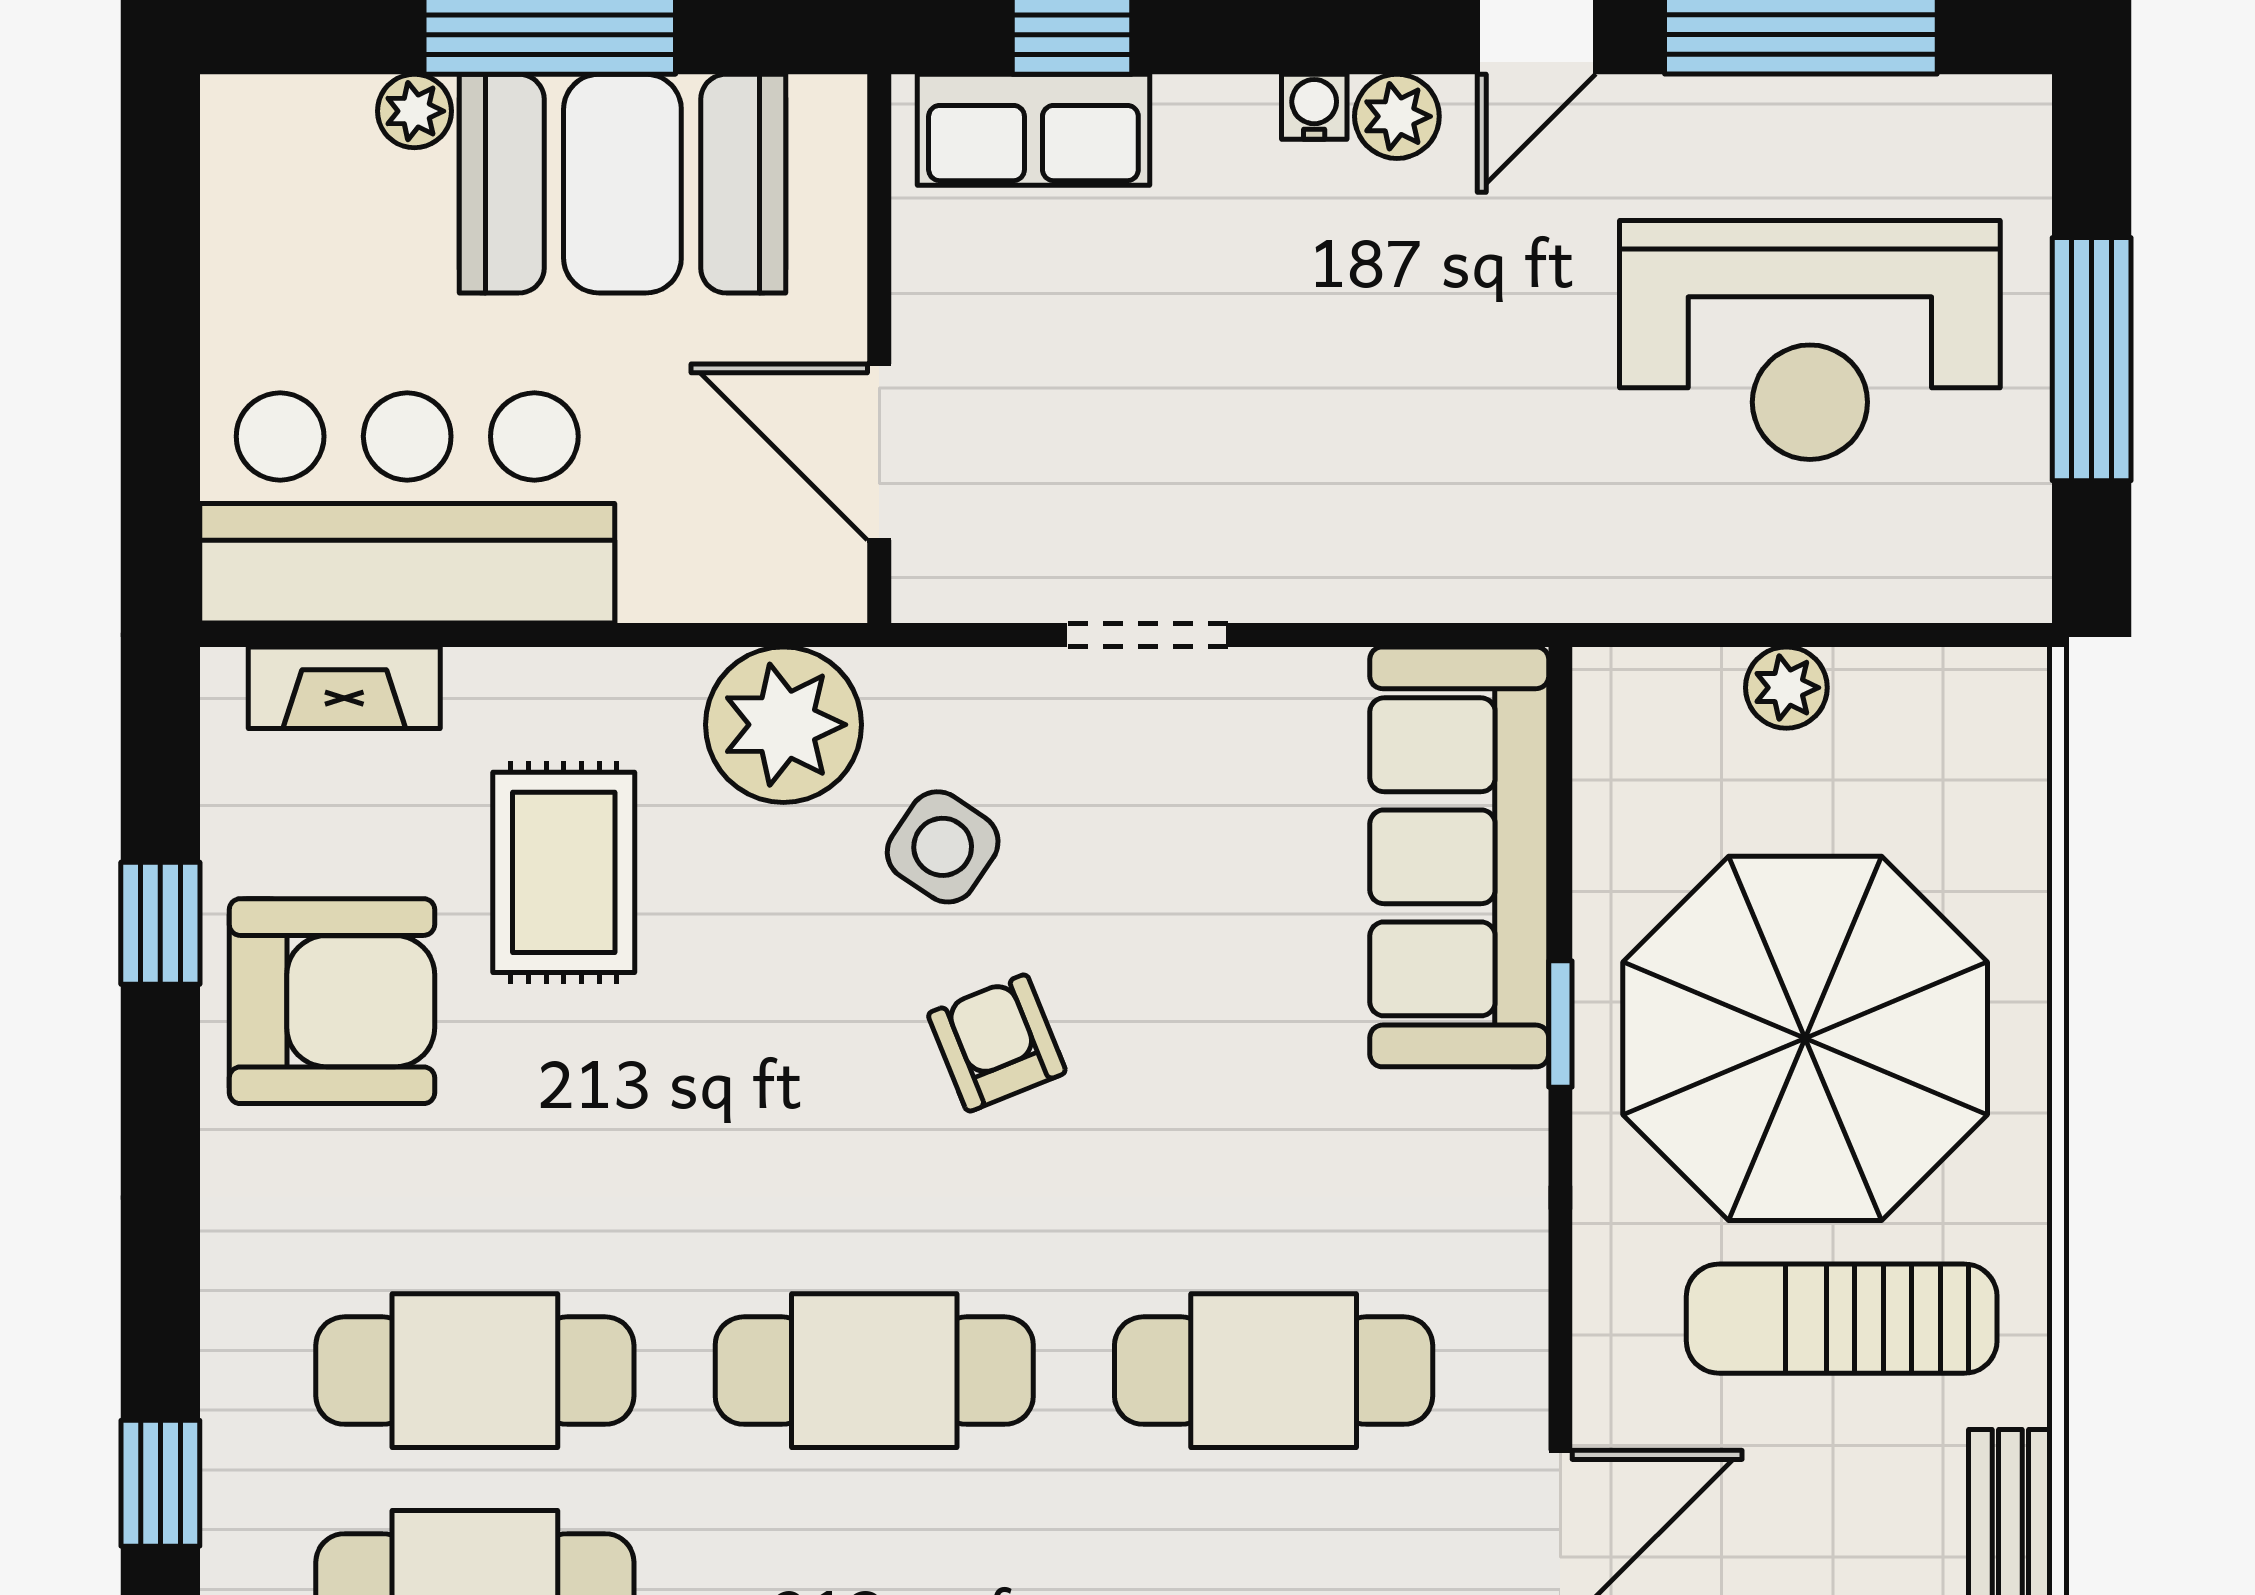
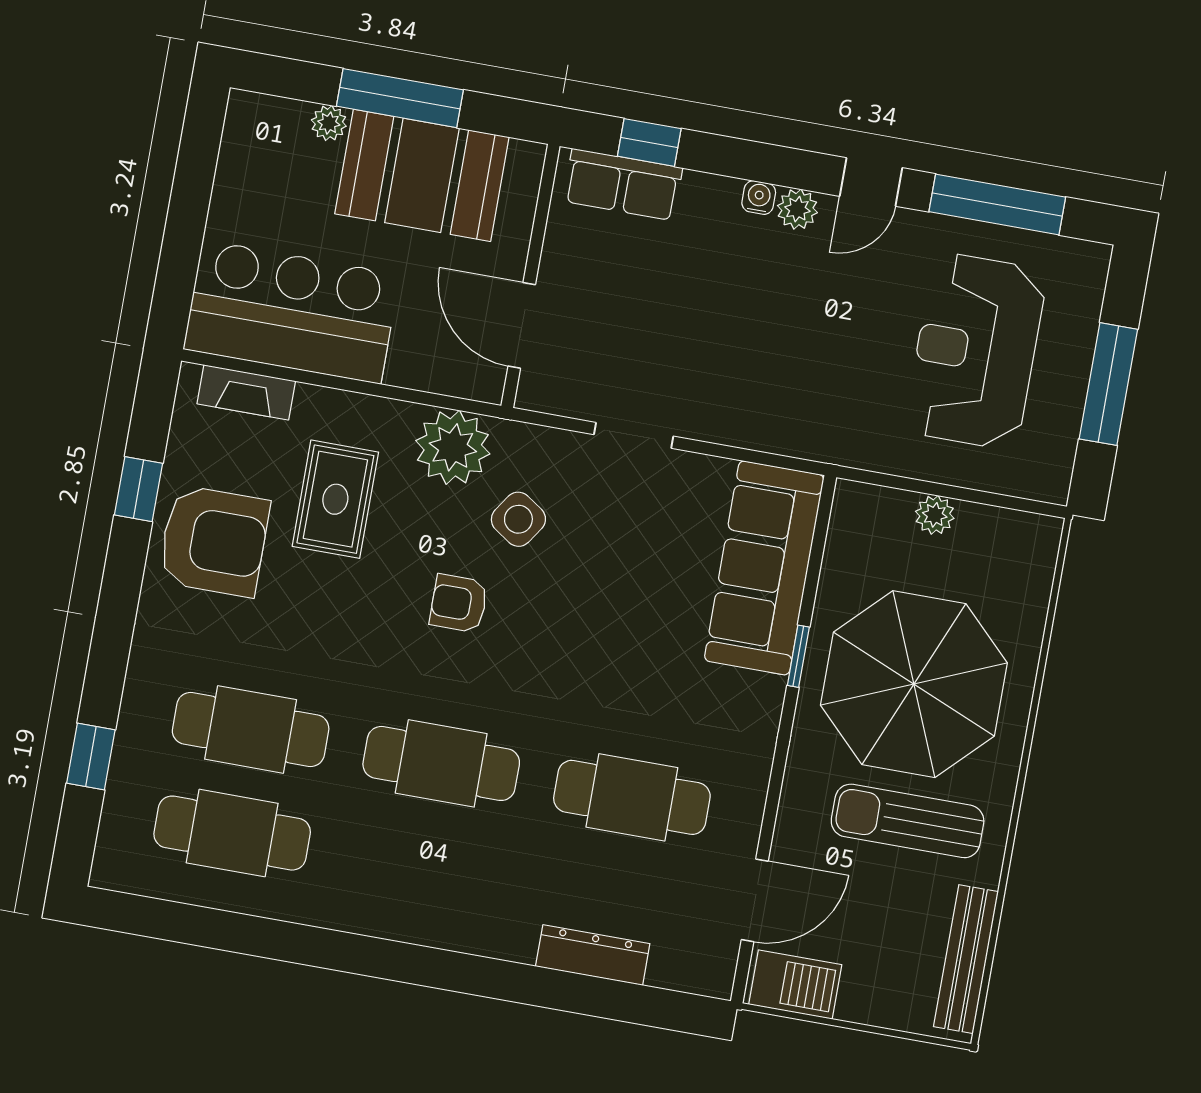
reception desk: (1810, 340) -> (976, 351), turned 90
armchair: (997, 1043) -> (459, 603), moved, turned -68

